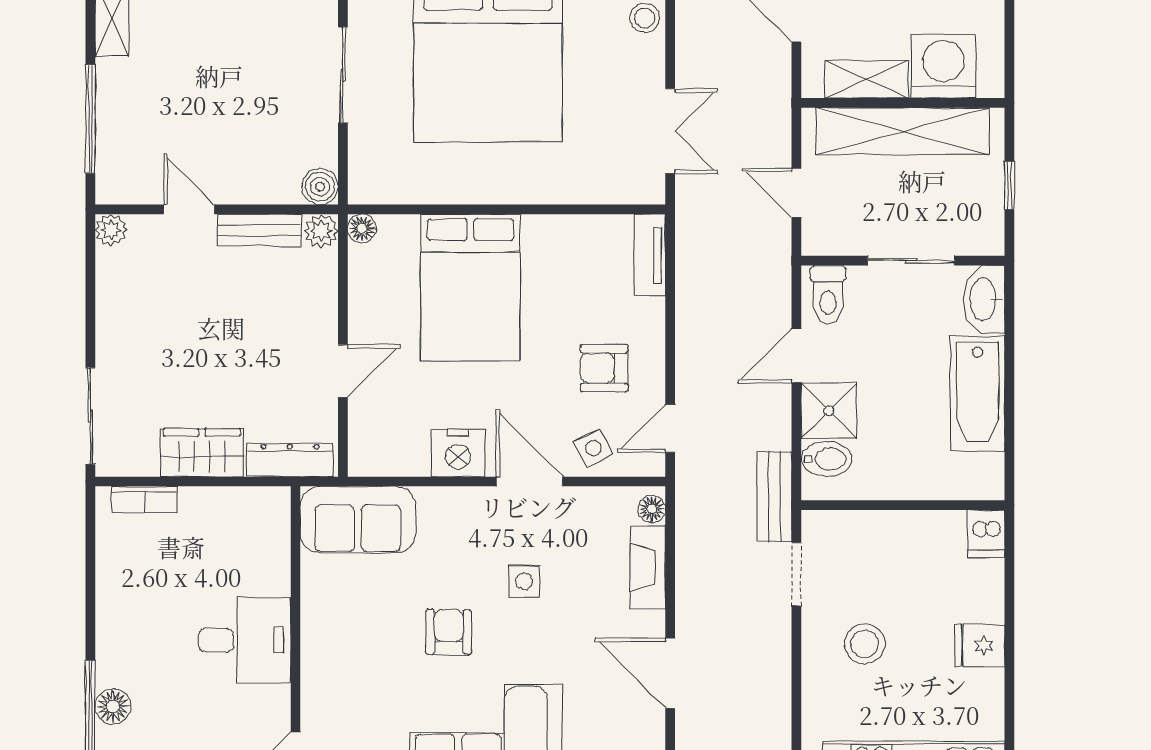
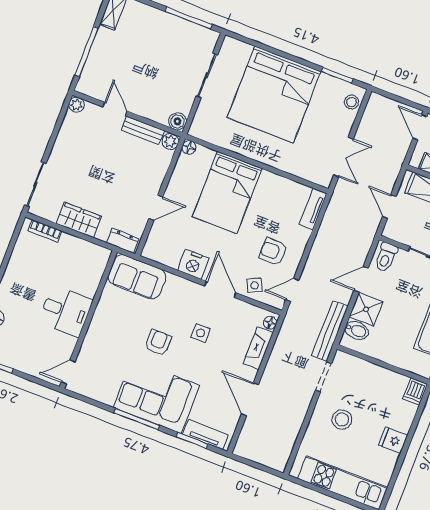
dresser: (290, 460) -> (123, 241), width x0.70
bench: (774, 497) -> (330, 331), width x1.36

